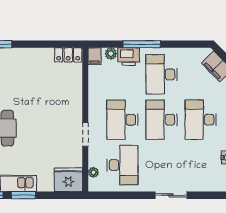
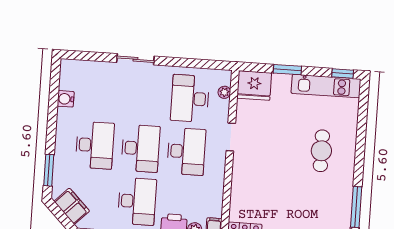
window: (23, 195) -> (287, 70), moved

